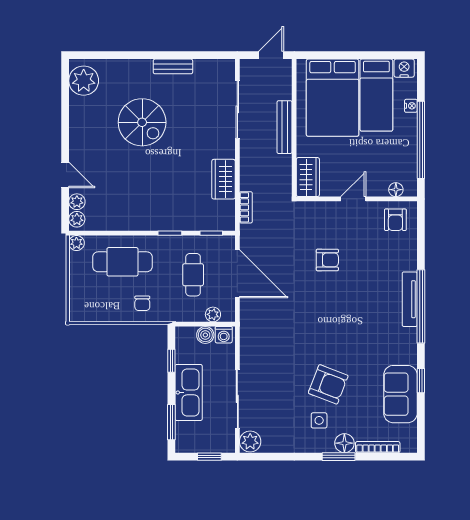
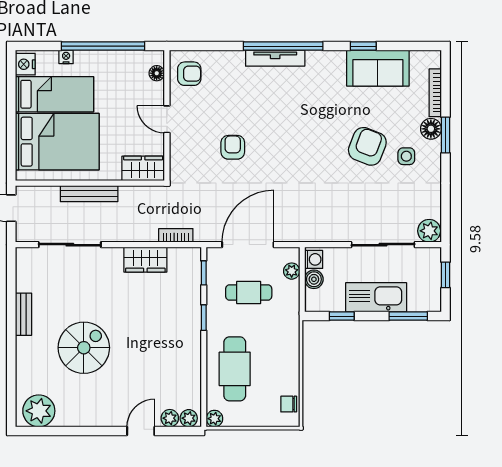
chair: (142, 303) -> (289, 404), moved, turned 180

